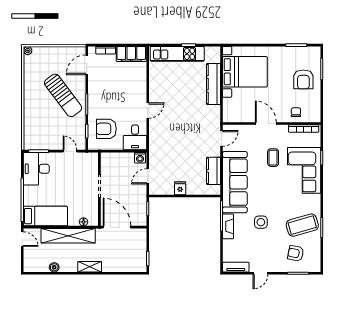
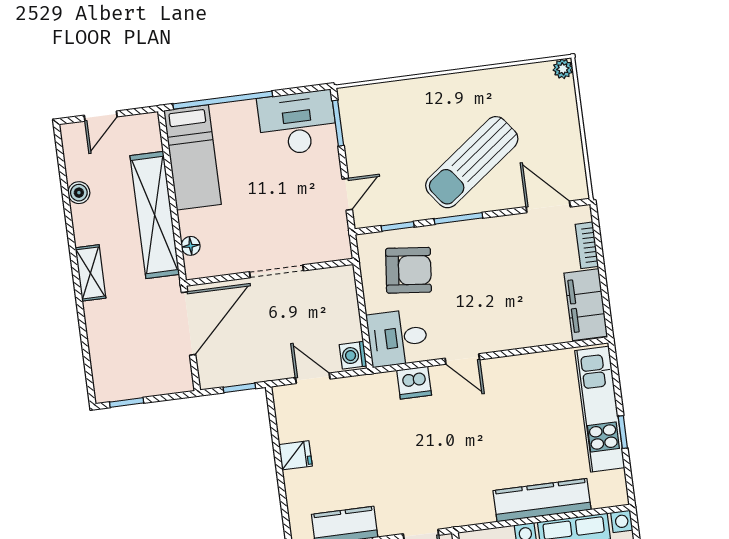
armchair: (106, 129) -> (408, 270), turned 96
dishwasher: (155, 133) -> (414, 383), added
door: (22, 239) -> (101, 116), moved

